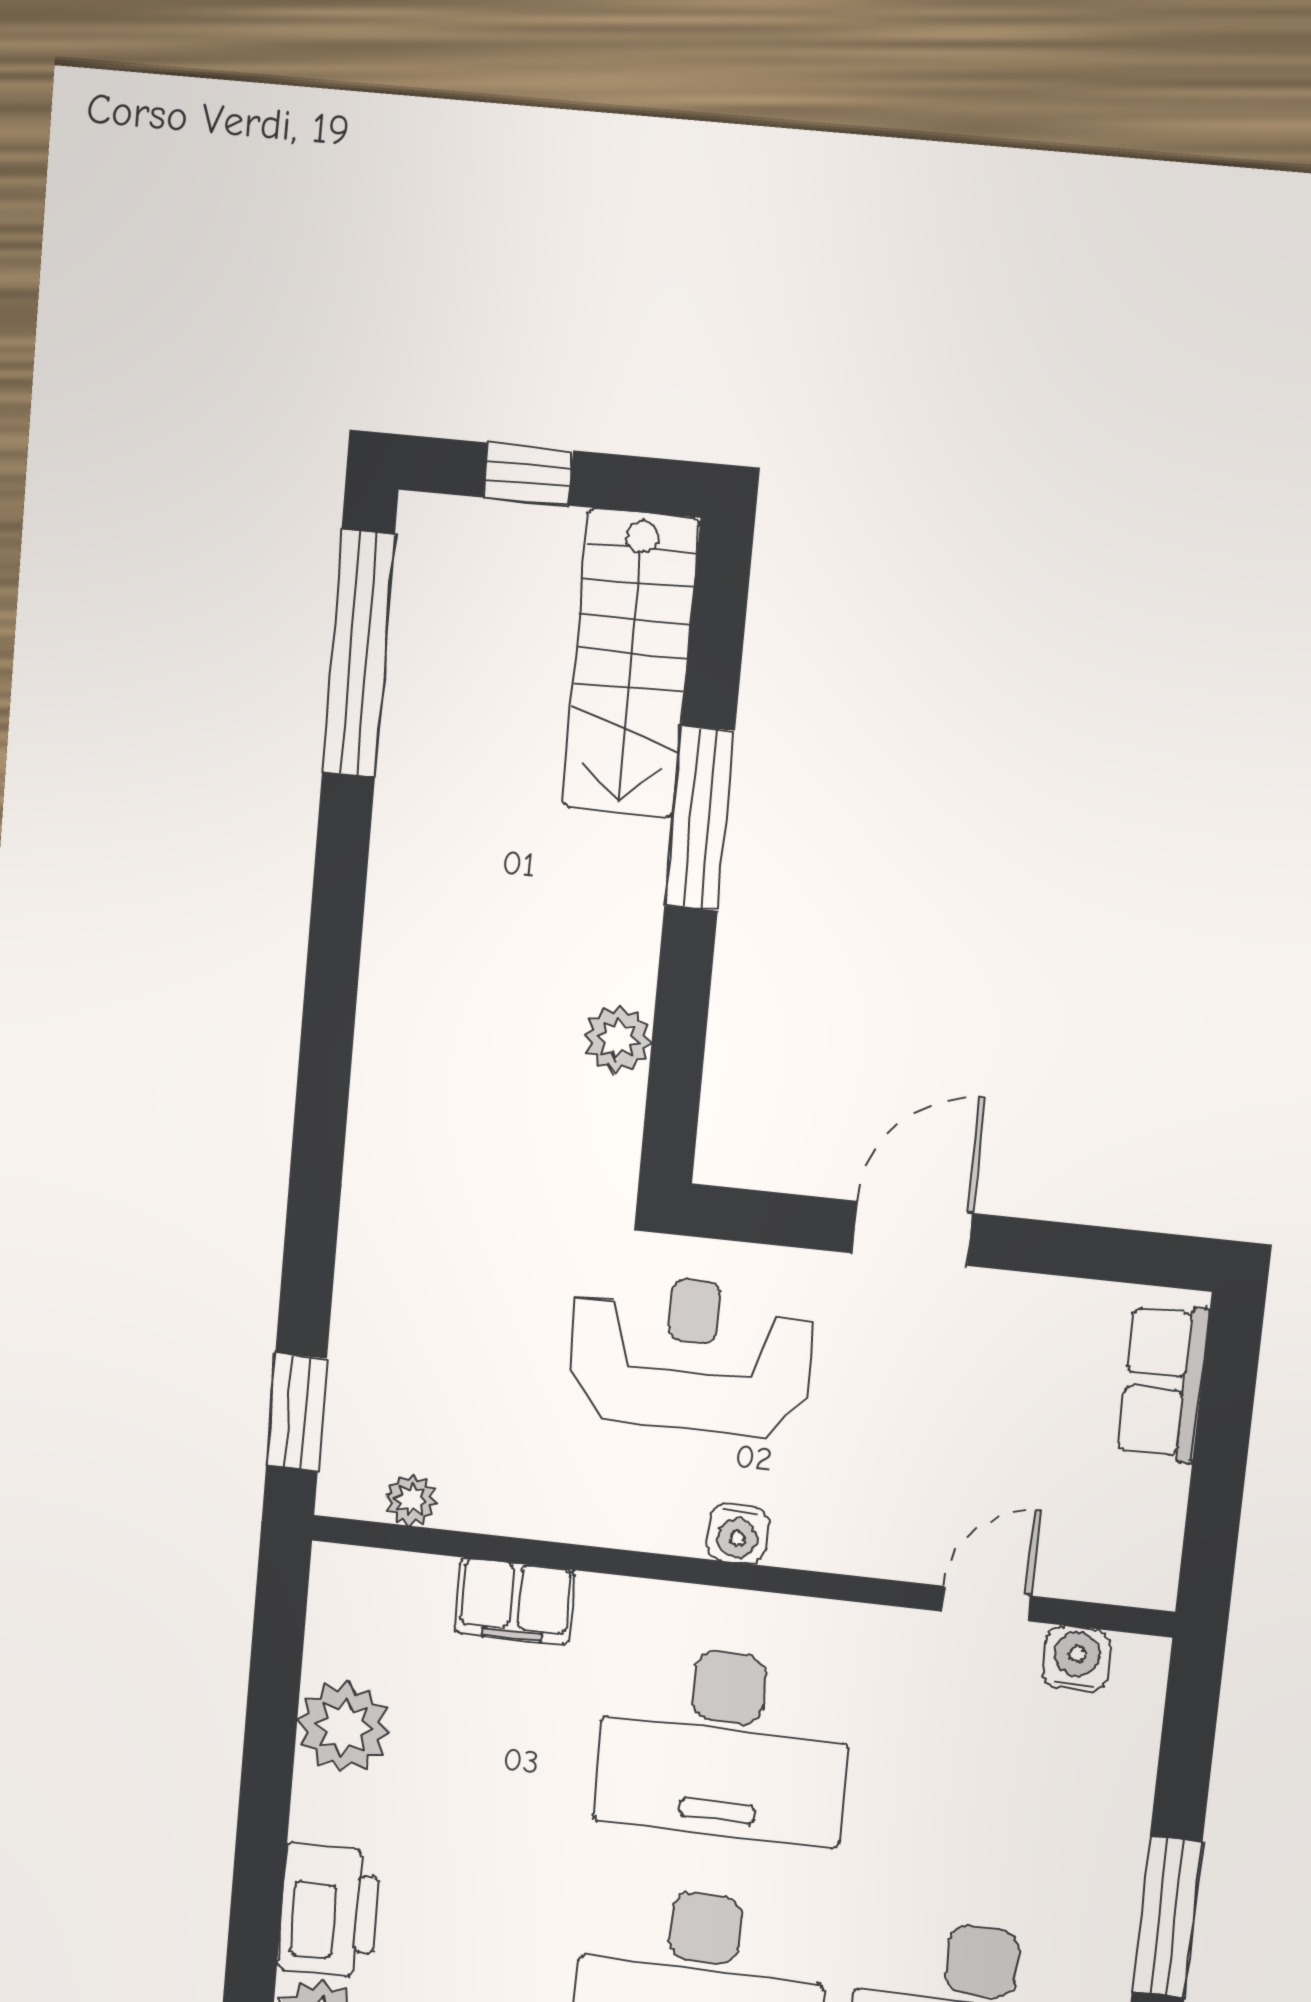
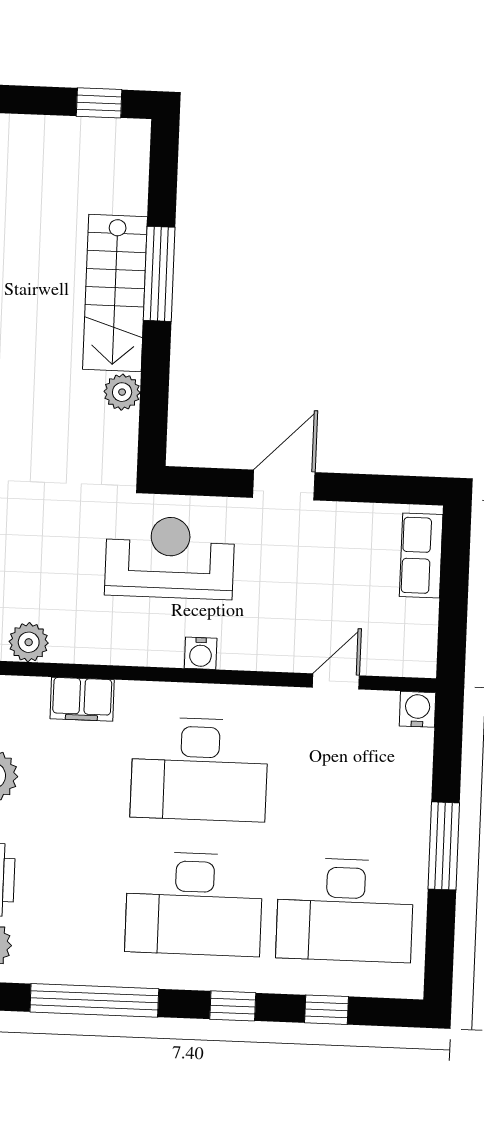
window: (528, 474) -> (99, 103), moved
stairs: (631, 663) -> (115, 293), moved
plant: (411, 1500) -> (29, 642), width x1.38, depth x1.38
water cooler: (1077, 1659) -> (418, 709), moved

